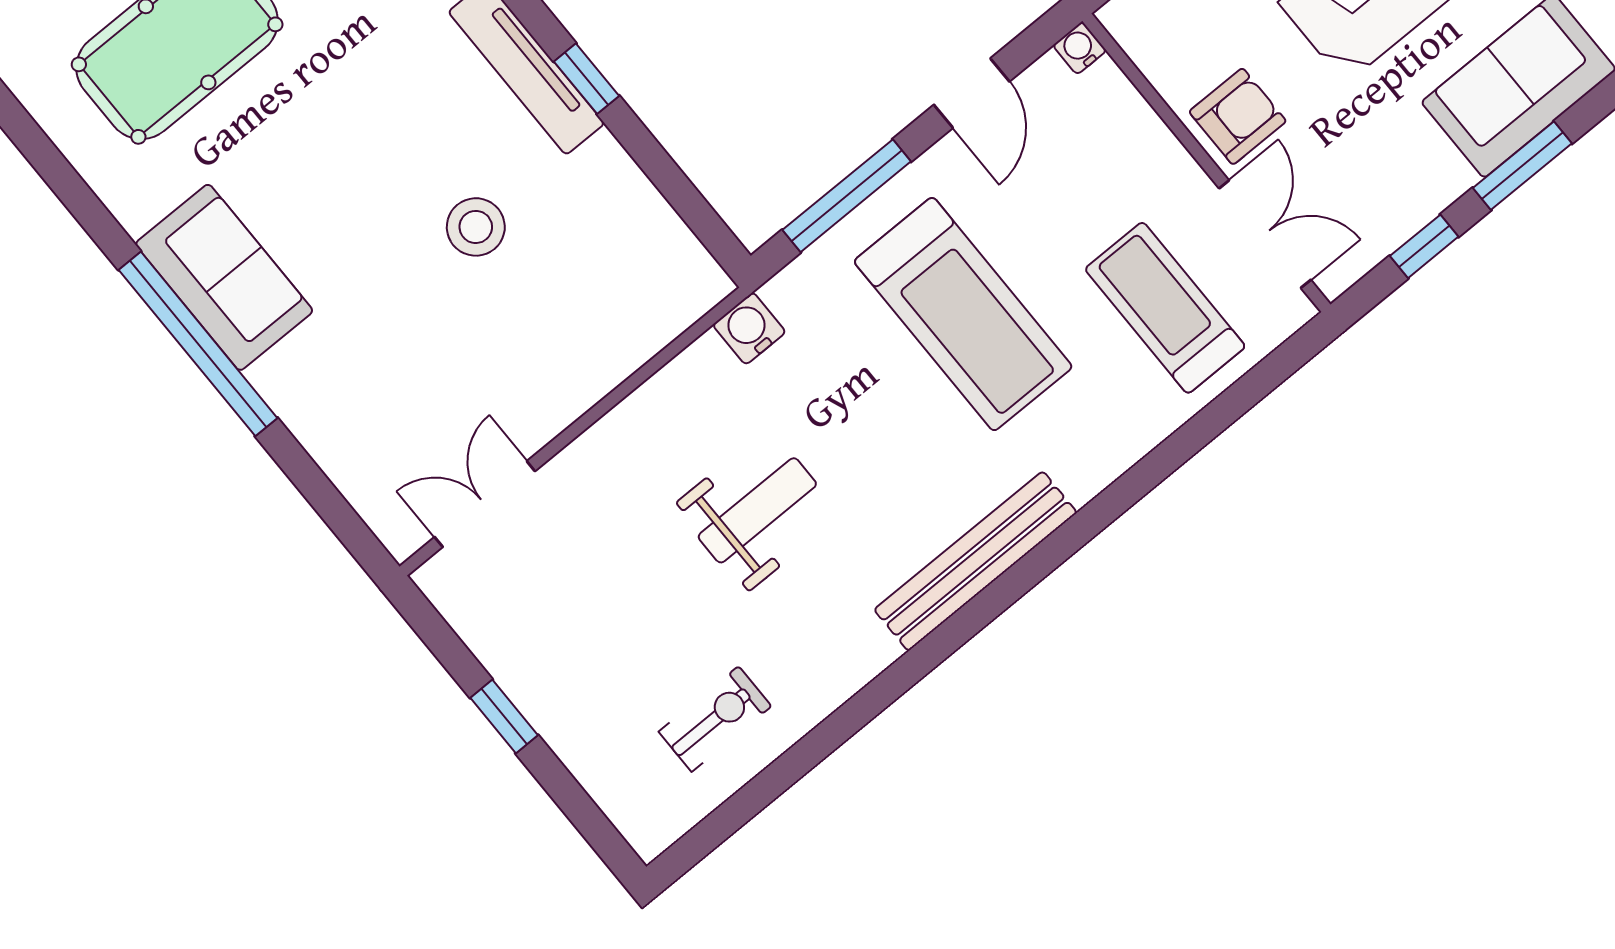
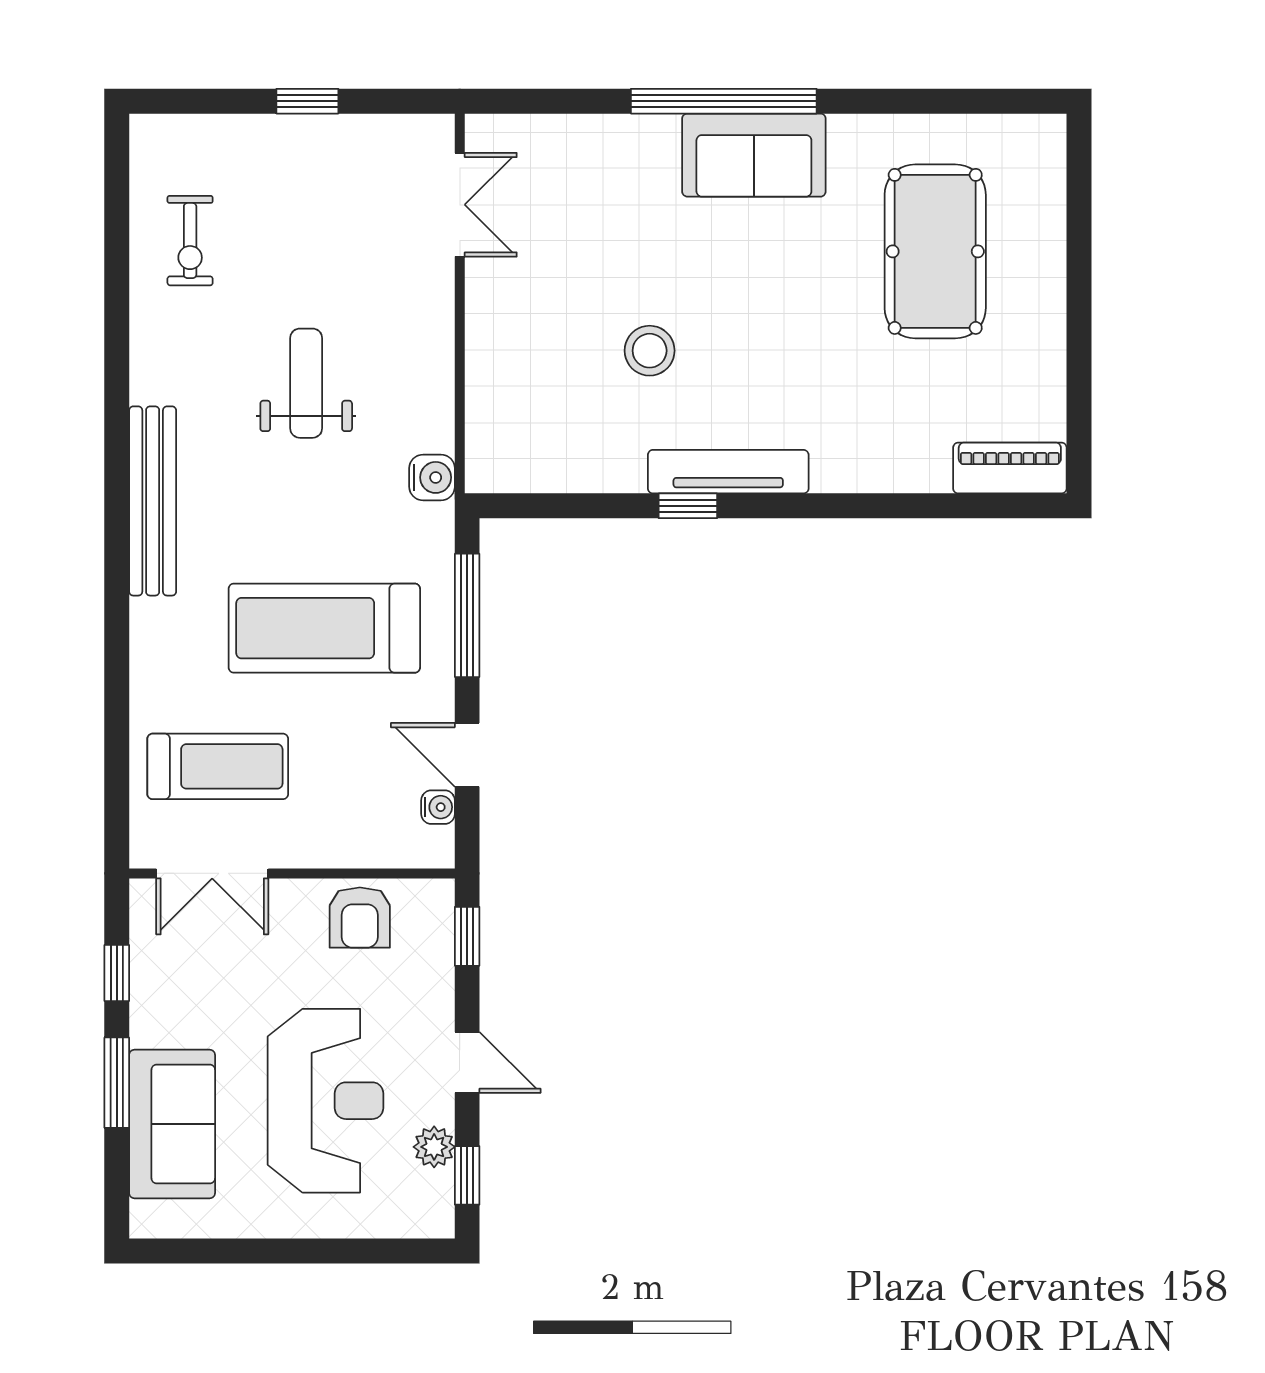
water cooler: (1080, 48) -> (438, 807), moved
armchair: (1238, 116) -> (360, 918), moved
weight bench: (757, 510) -> (306, 383), turned 180

